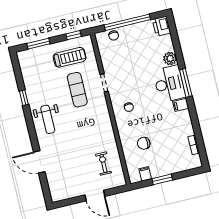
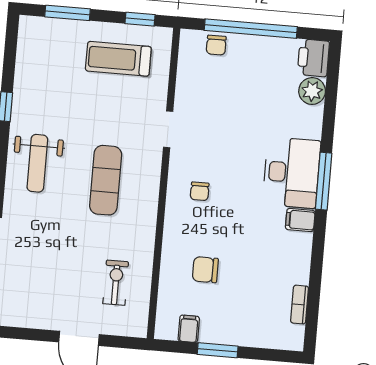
treadmill: (70, 57) -> (118, 59), turned 180
plant: (170, 58) -> (312, 91), moved
exercise mat: (77, 90) -> (106, 180), moved

